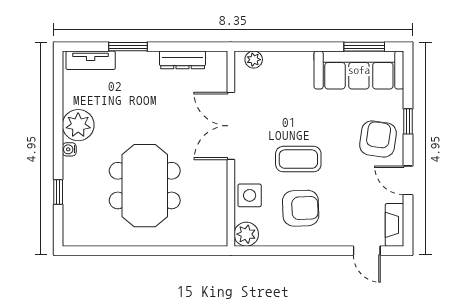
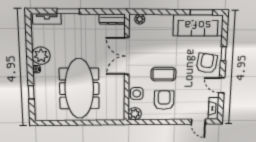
dresser: (183, 60) -> (112, 19), moved
meeting table: (145, 186) -> (79, 89), width x1.36
armchair: (301, 208) -> (164, 100), turned -88

